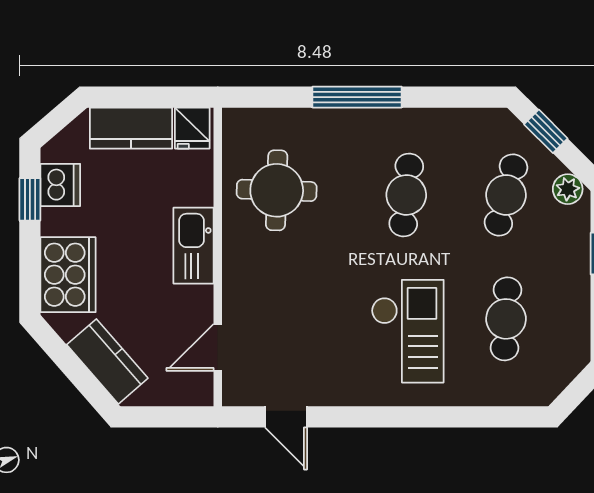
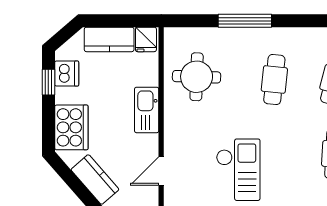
checkout: (408, 331) -> (238, 170), moved

